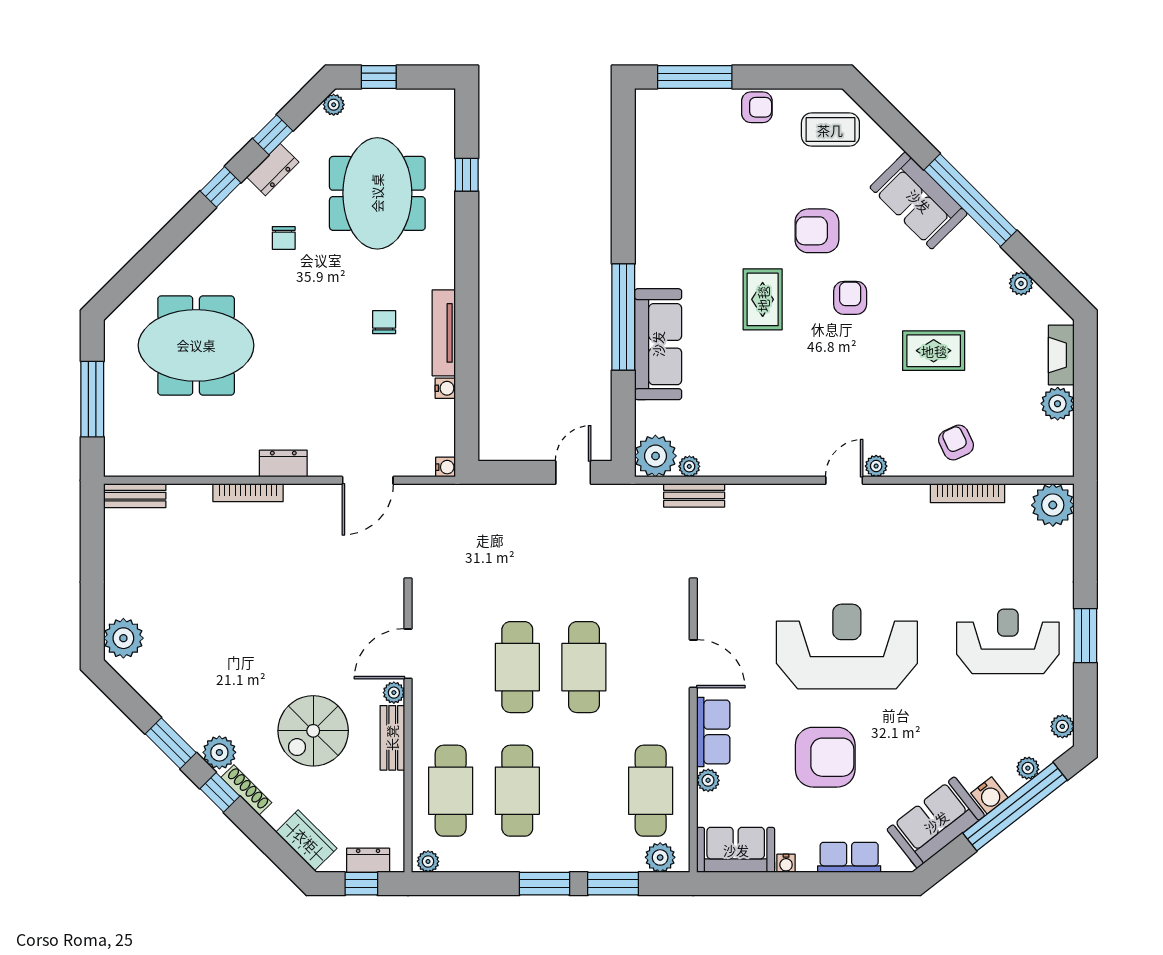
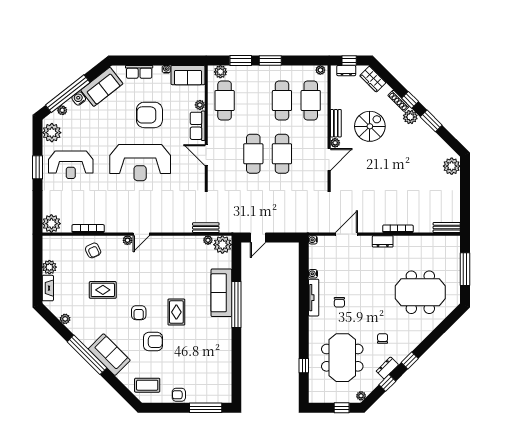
plant: (1062, 726) -> (52, 133), width x1.87, depth x1.87

